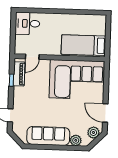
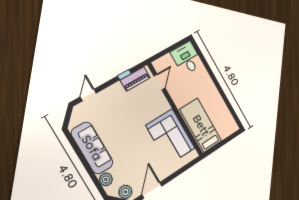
door: (32, 57) -> (160, 82), swing flipped
corner sofa: (77, 80) -> (170, 137), width x0.73, depth x0.74

